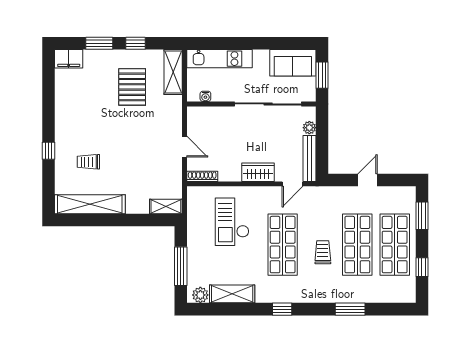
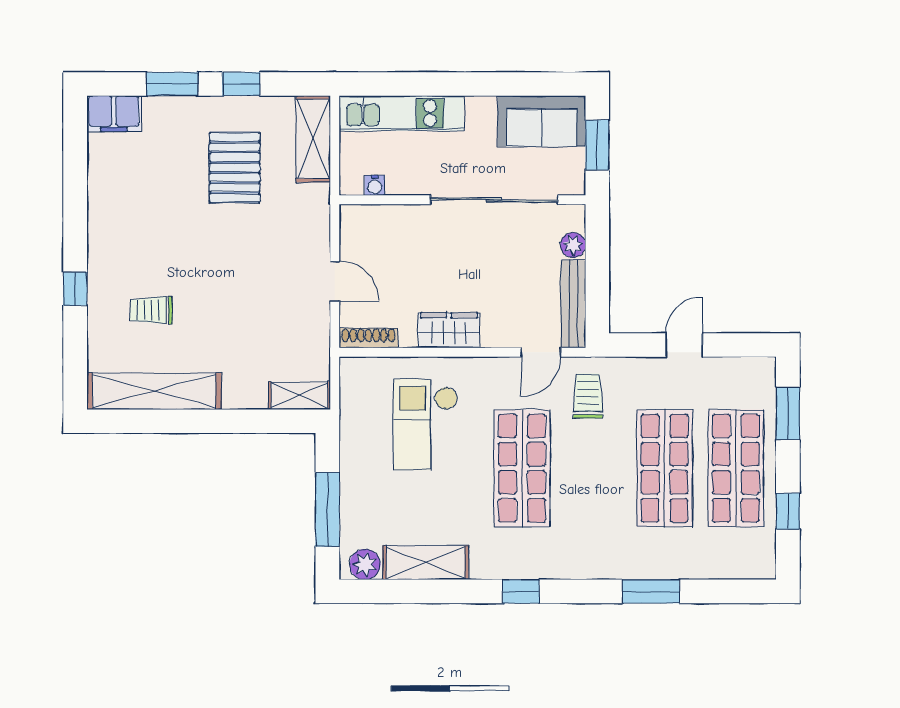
wardrobe: (258, 172) -> (449, 330), moved
trolley: (323, 252) -> (588, 396), moved

